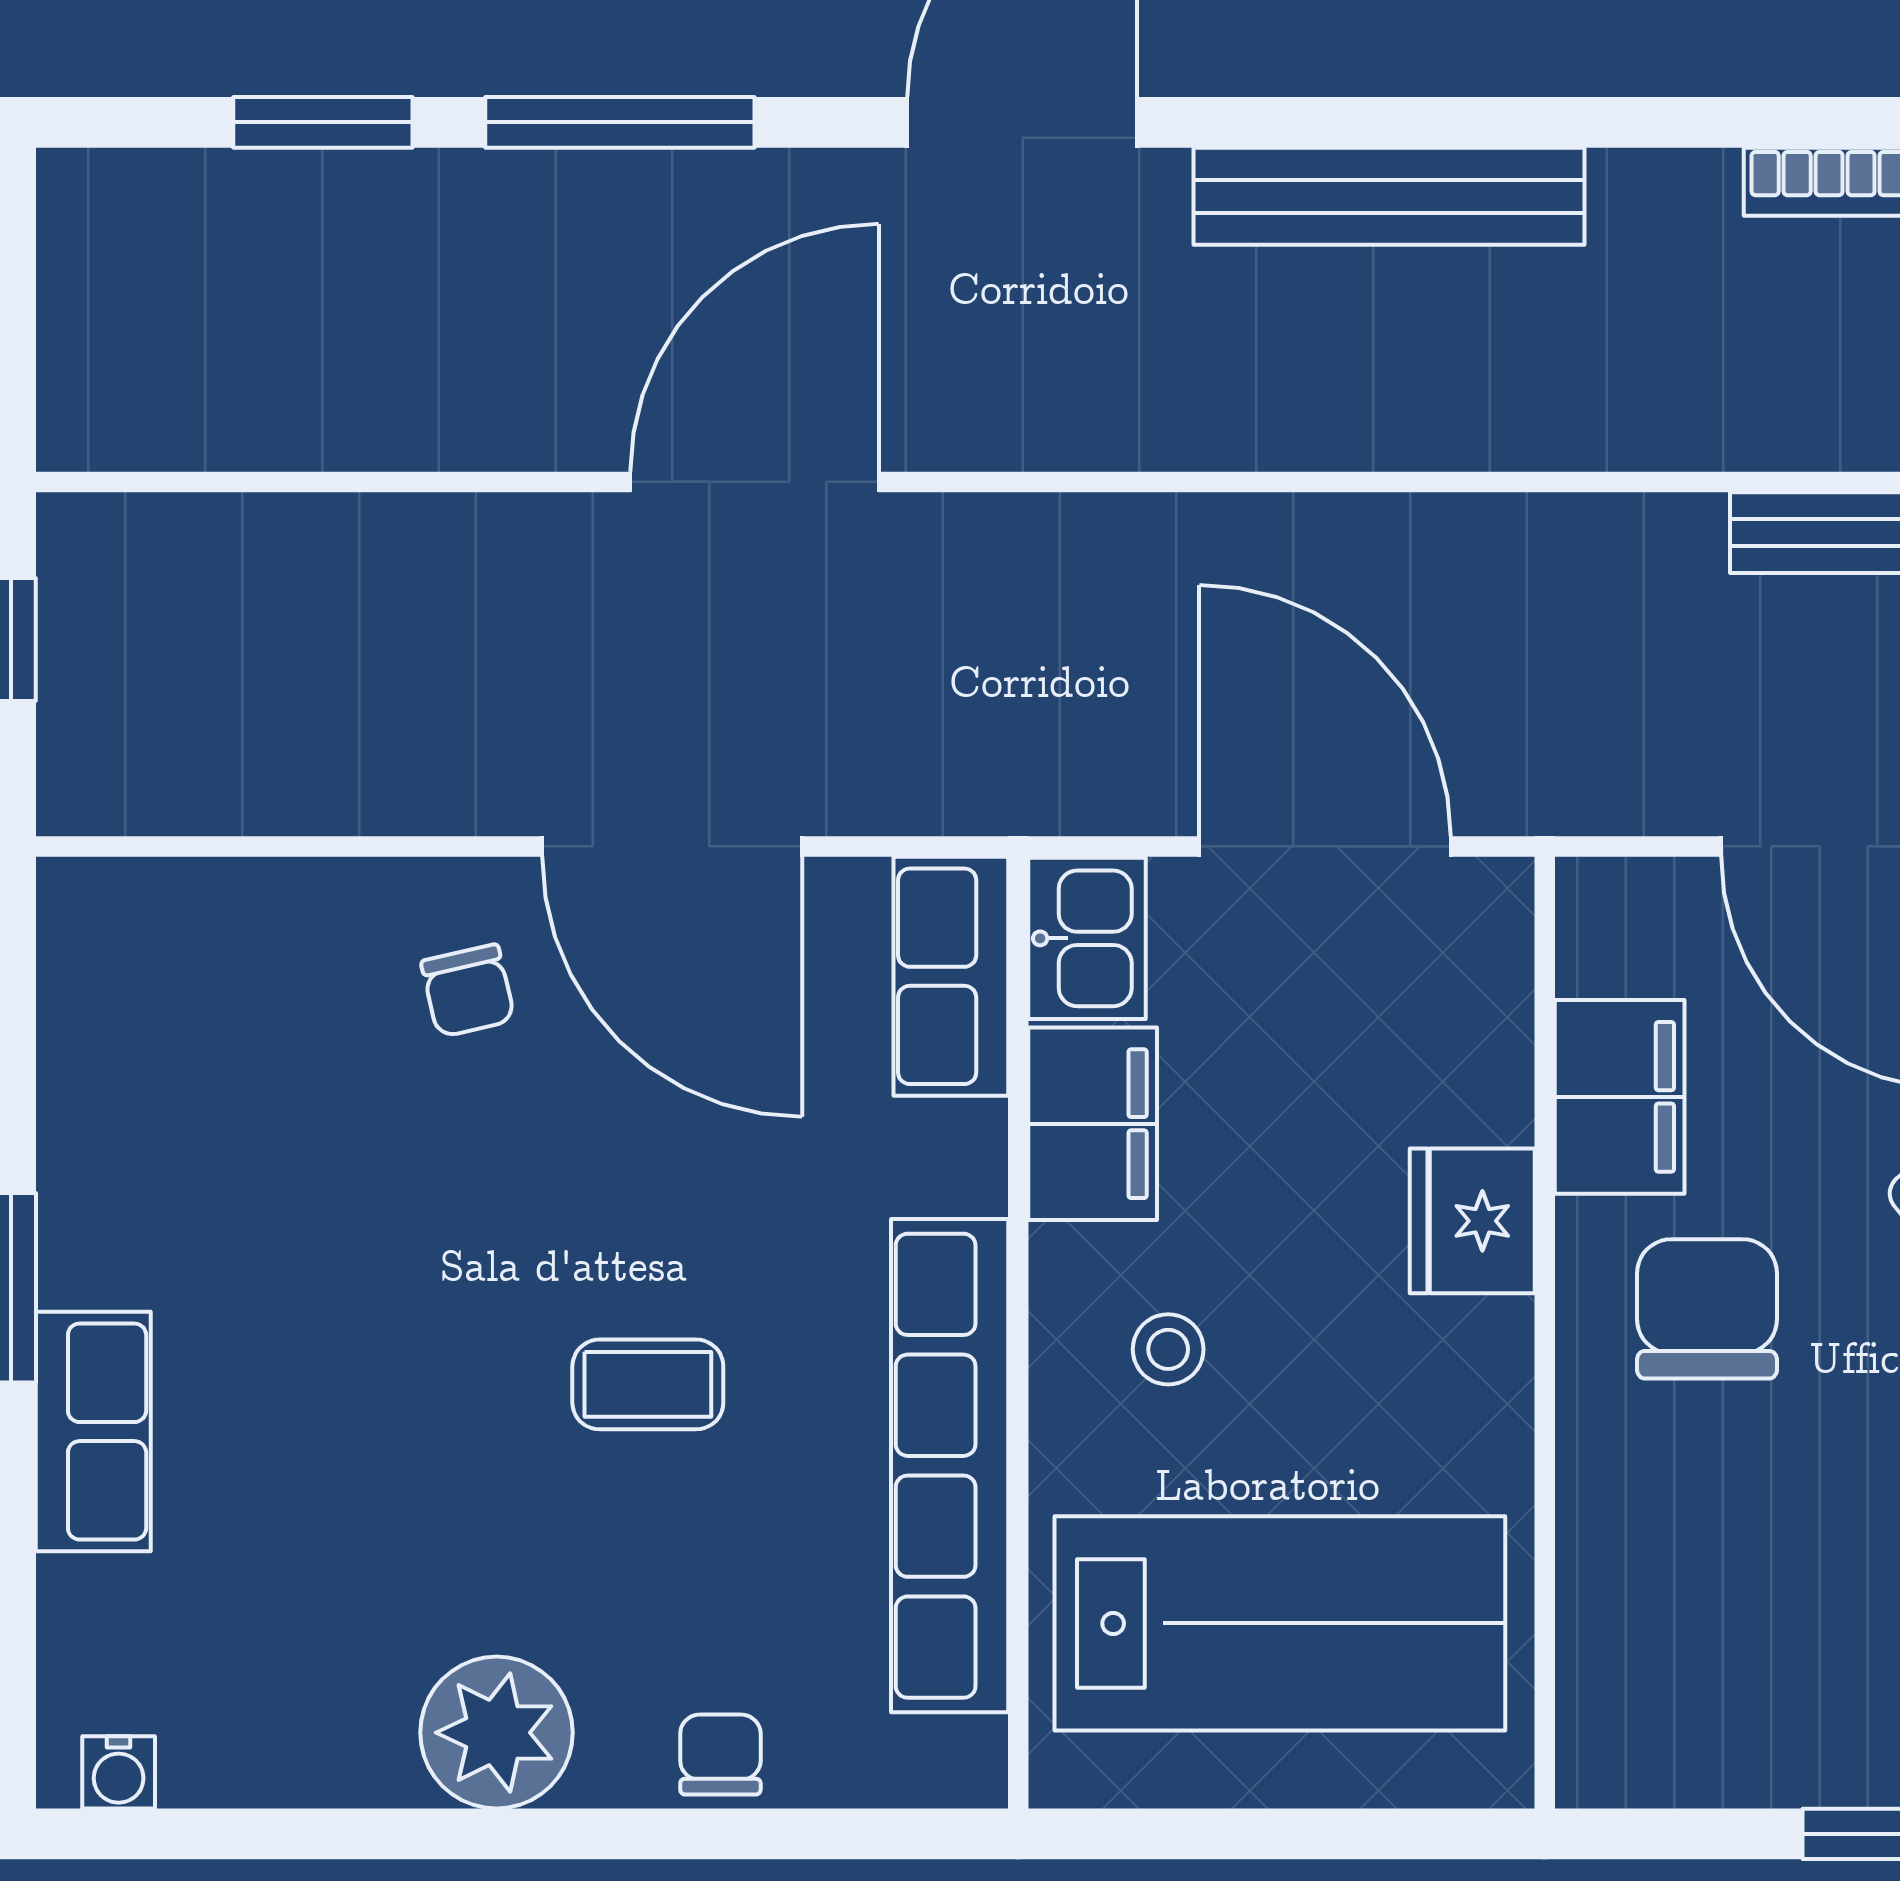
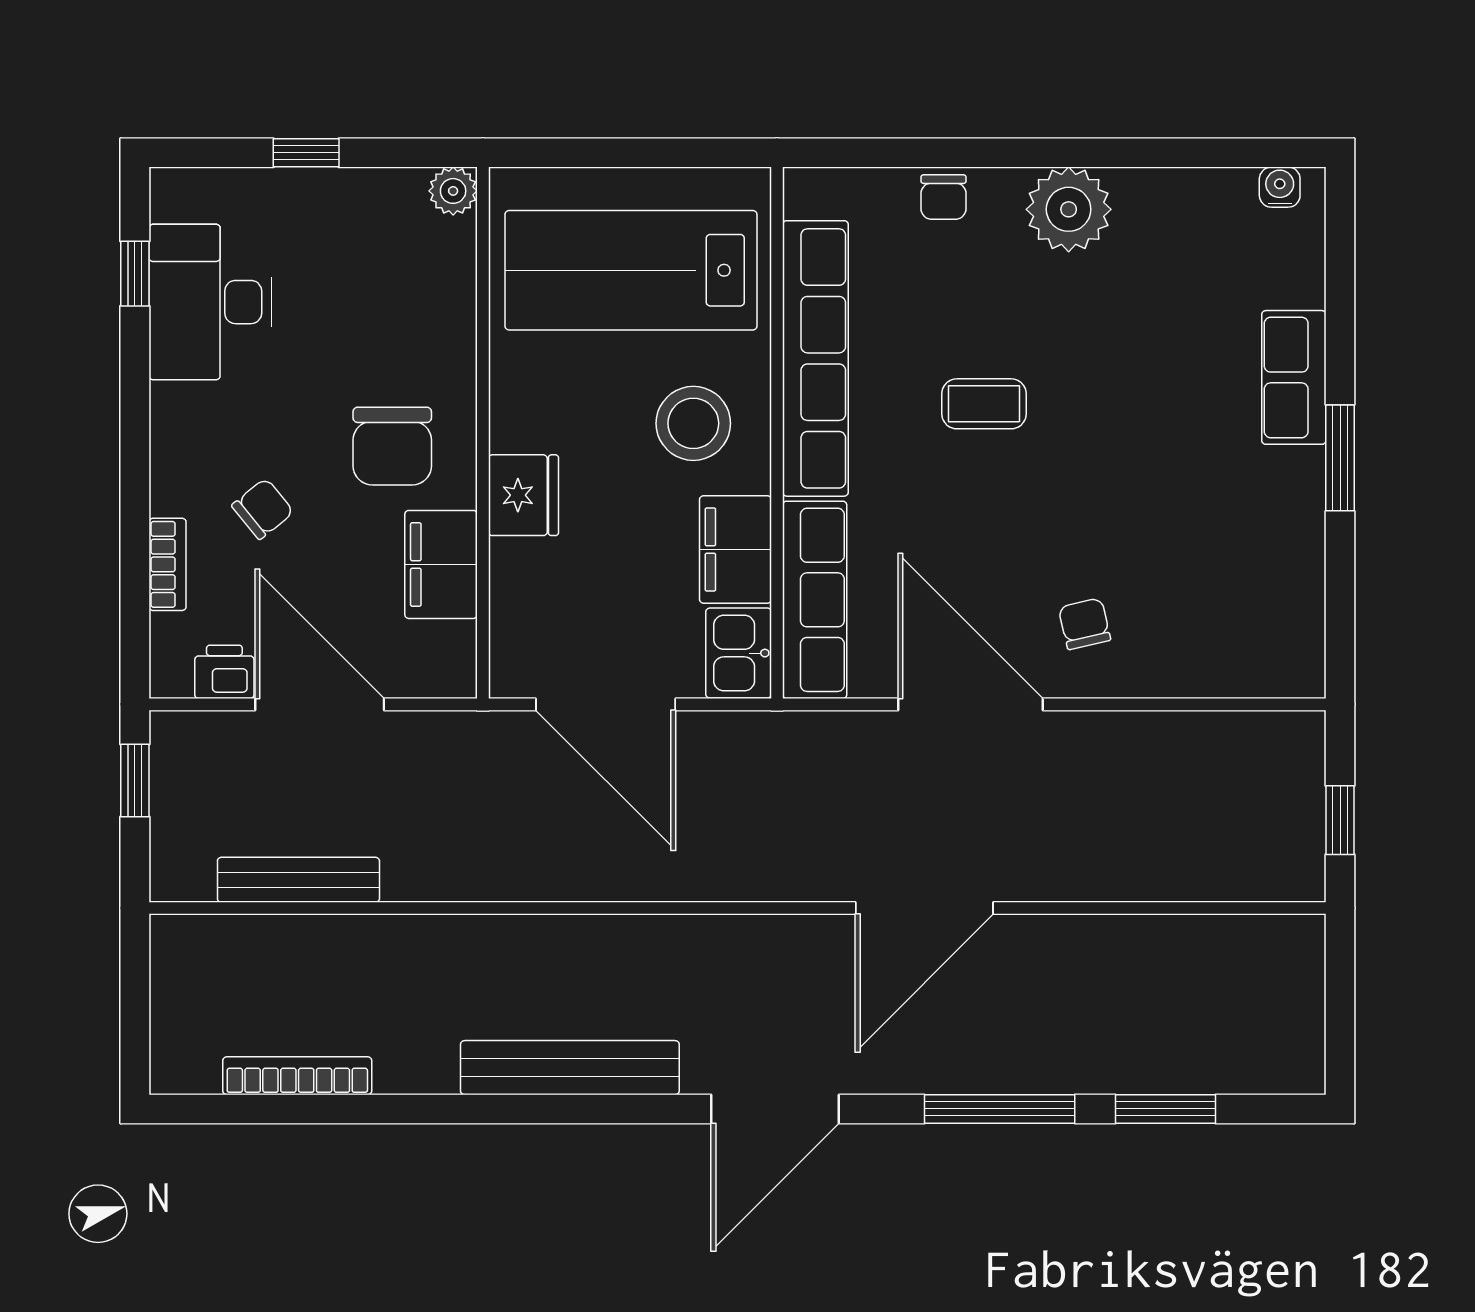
row of seats: (951, 976) -> (815, 600), width x1.48
stool: (1168, 1349) -> (693, 423), width x1.89, depth x1.89
plant: (1598, 1765) -> (453, 191), added

